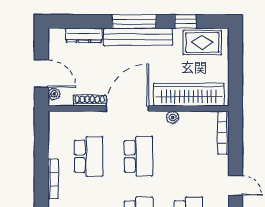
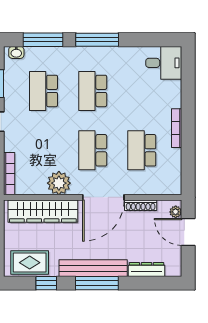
plant: (173, 117) -> (59, 183), width x1.87, depth x1.87

